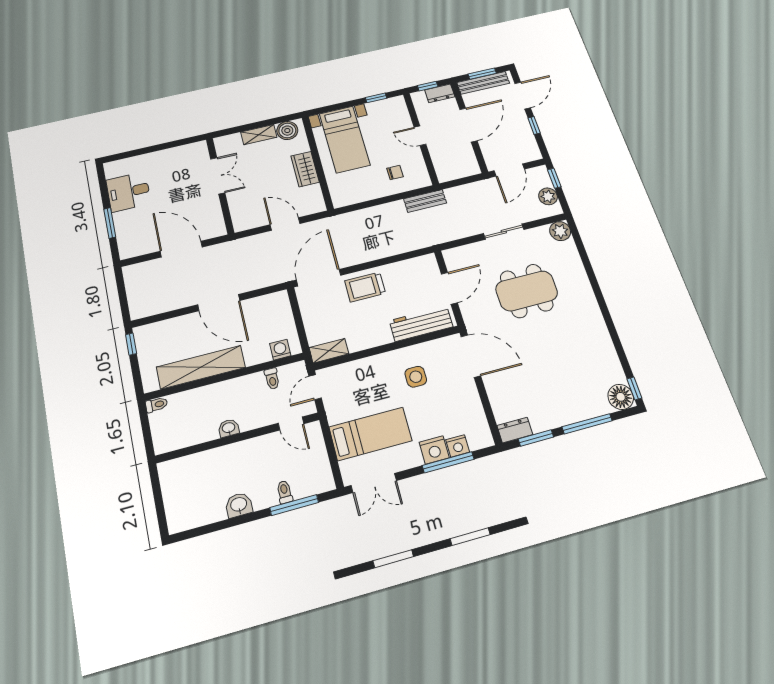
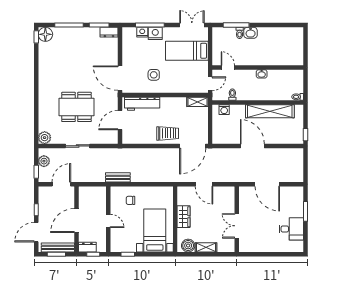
washbasin: (239, 505) -> (251, 33), moved

